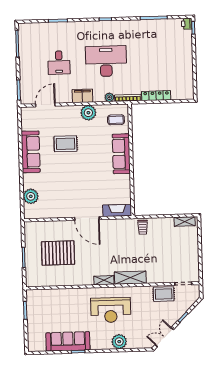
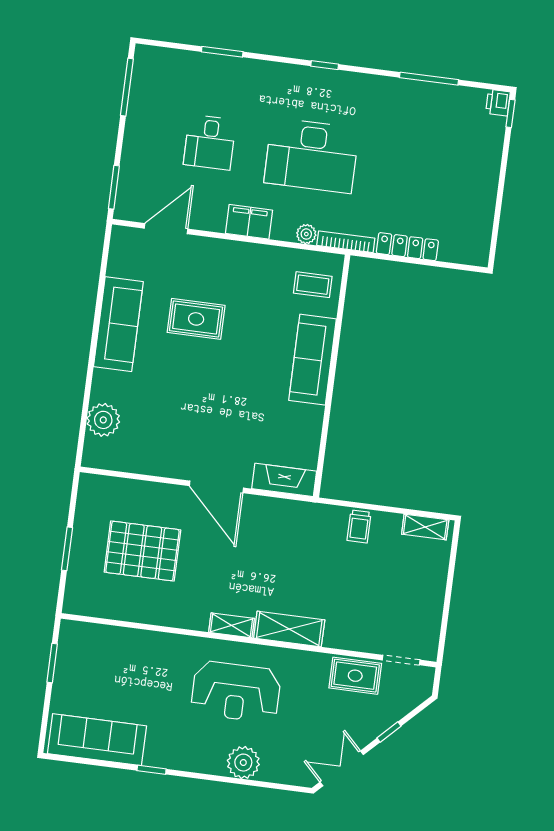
desk: (106, 61) -> (312, 155), turned 180
plant: (88, 113) -> (256, 260), removed
trolley: (143, 227) -> (359, 526), moved
sofa: (68, 341) -> (97, 740), moved

